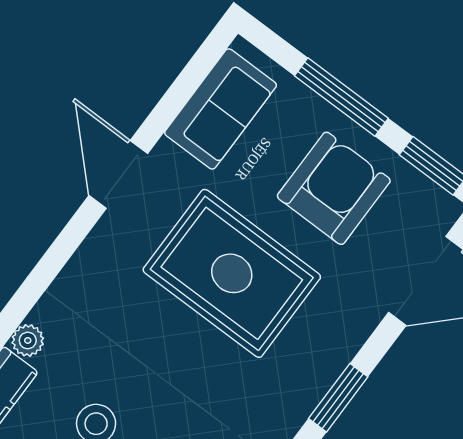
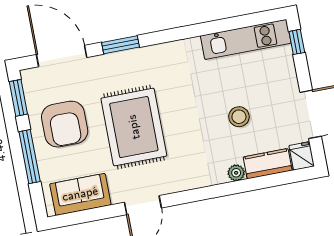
armchair: (334, 188) -> (65, 124), turned -90
window: (338, 398) -> (121, 45), moved

